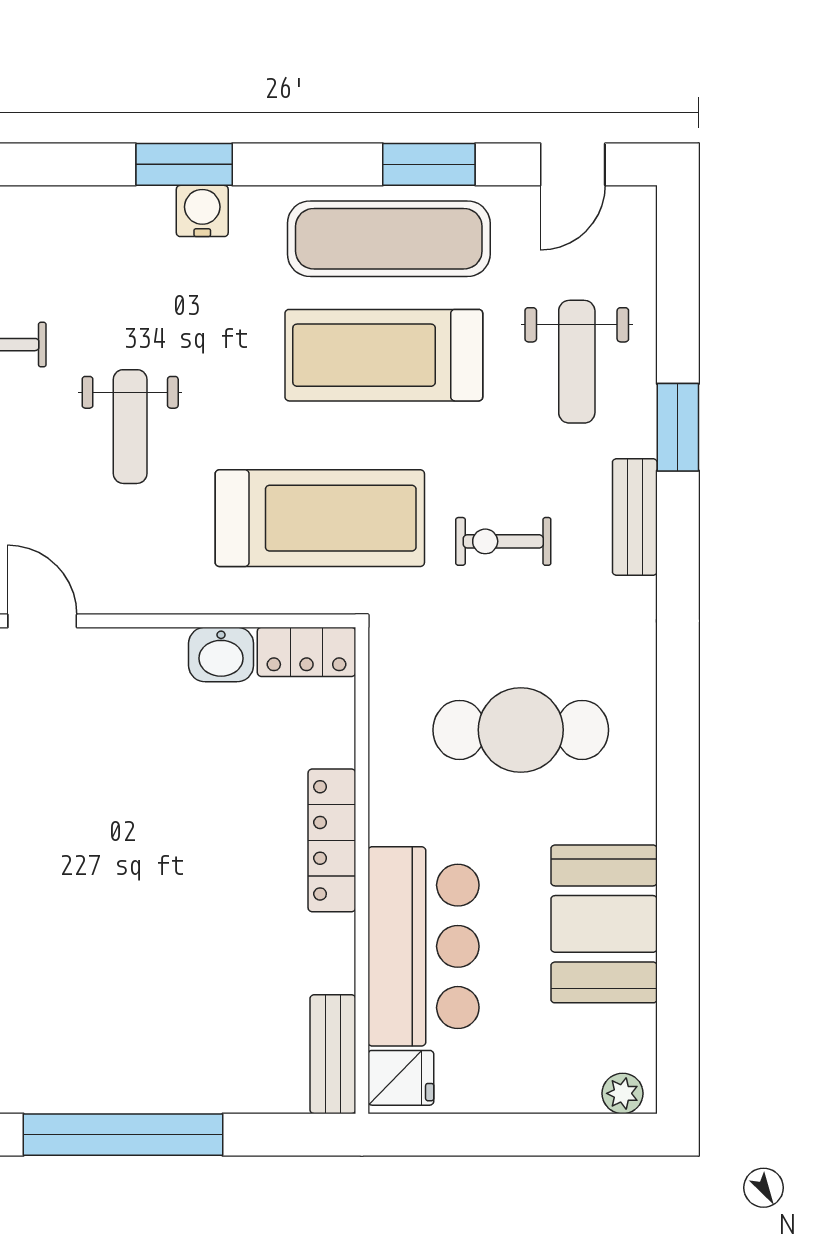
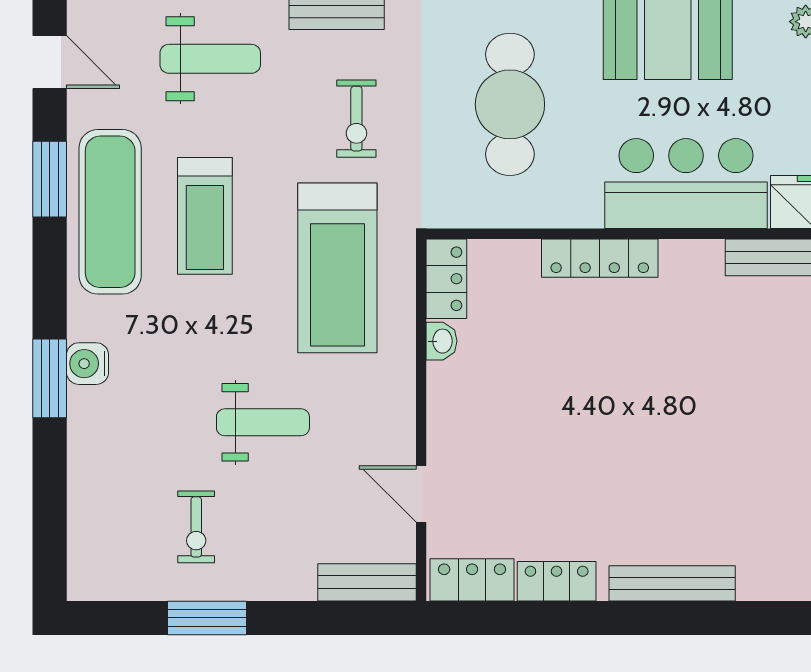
treadmill: (384, 355) -> (205, 216), width x0.73, depth x0.73
treadmill: (320, 518) -> (337, 268), turned 180
door: (42, 621) -> (421, 494), hinge flipped
washbasin: (221, 654) -> (442, 341), width x0.72, depth x0.69

